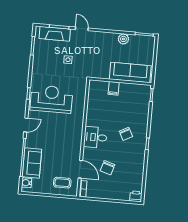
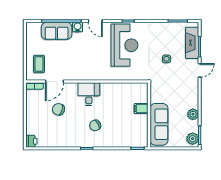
plant: (147, 41) -> (193, 139), added
water cooler: (26, 183) -> (78, 27), moved

